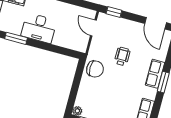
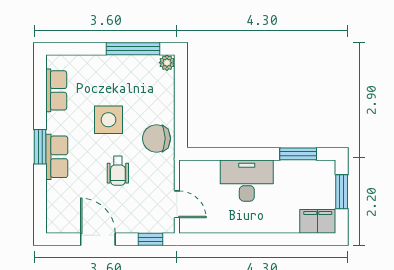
door: (156, 23) -> (98, 239), moved
desk: (39, 28) -> (247, 181), moved
side table: (120, 87) -> (108, 120), added

